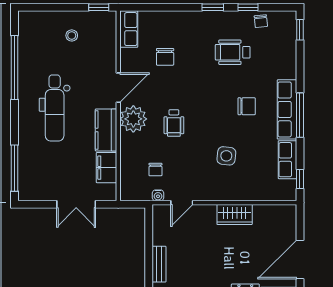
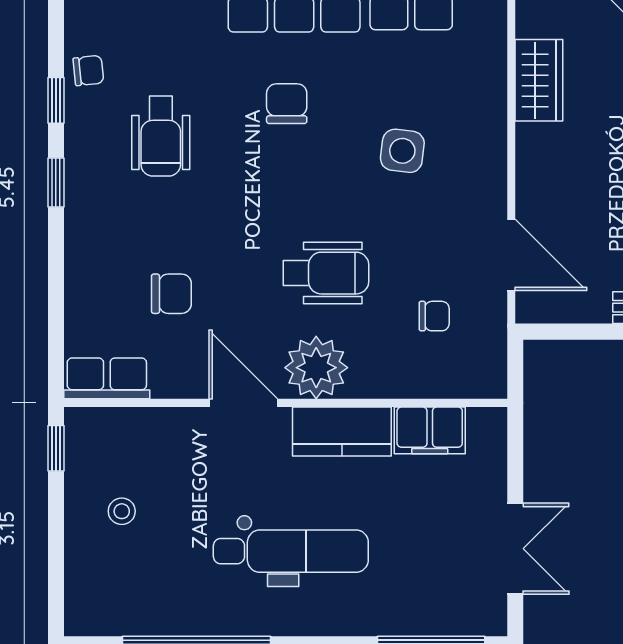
wheelchair: (174, 123) -> (326, 273), width x1.36, depth x1.37
water cooler: (158, 195) -> (494, 310), removed
door: (182, 203) -> (511, 255), width x1.38
double door: (76, 204) -> (515, 549), moved
wardrobe: (235, 214) -> (539, 80), moved

